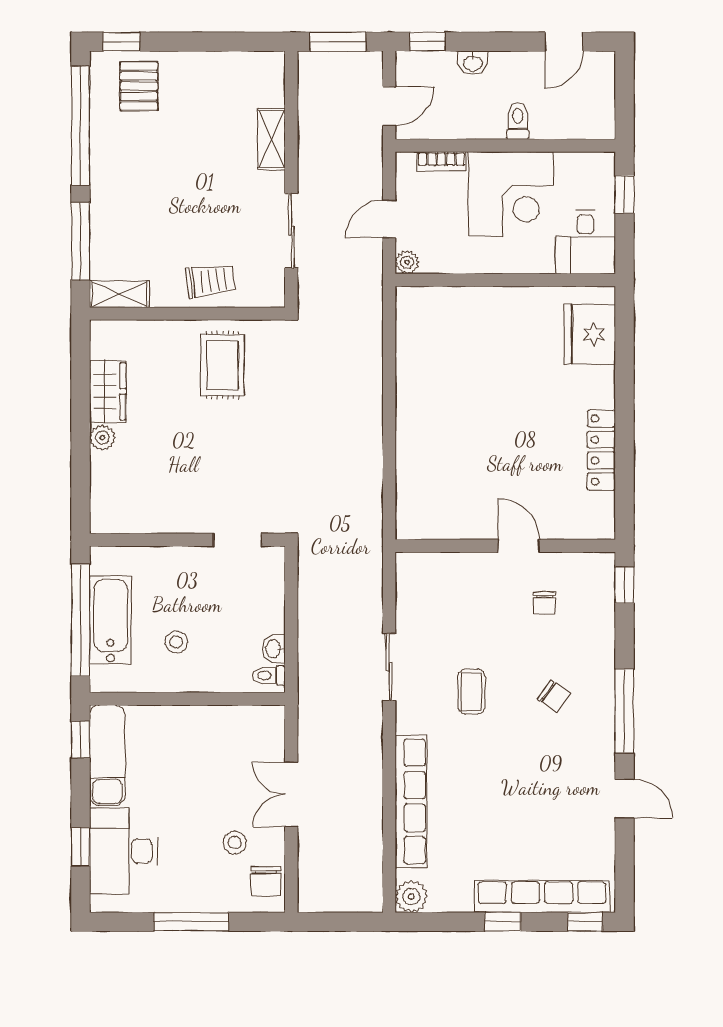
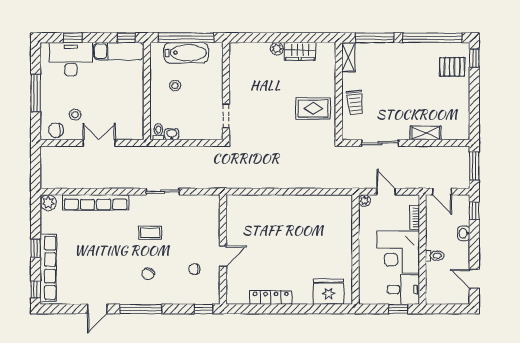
desk: (586, 242) -> (403, 290), moved, turned 180

